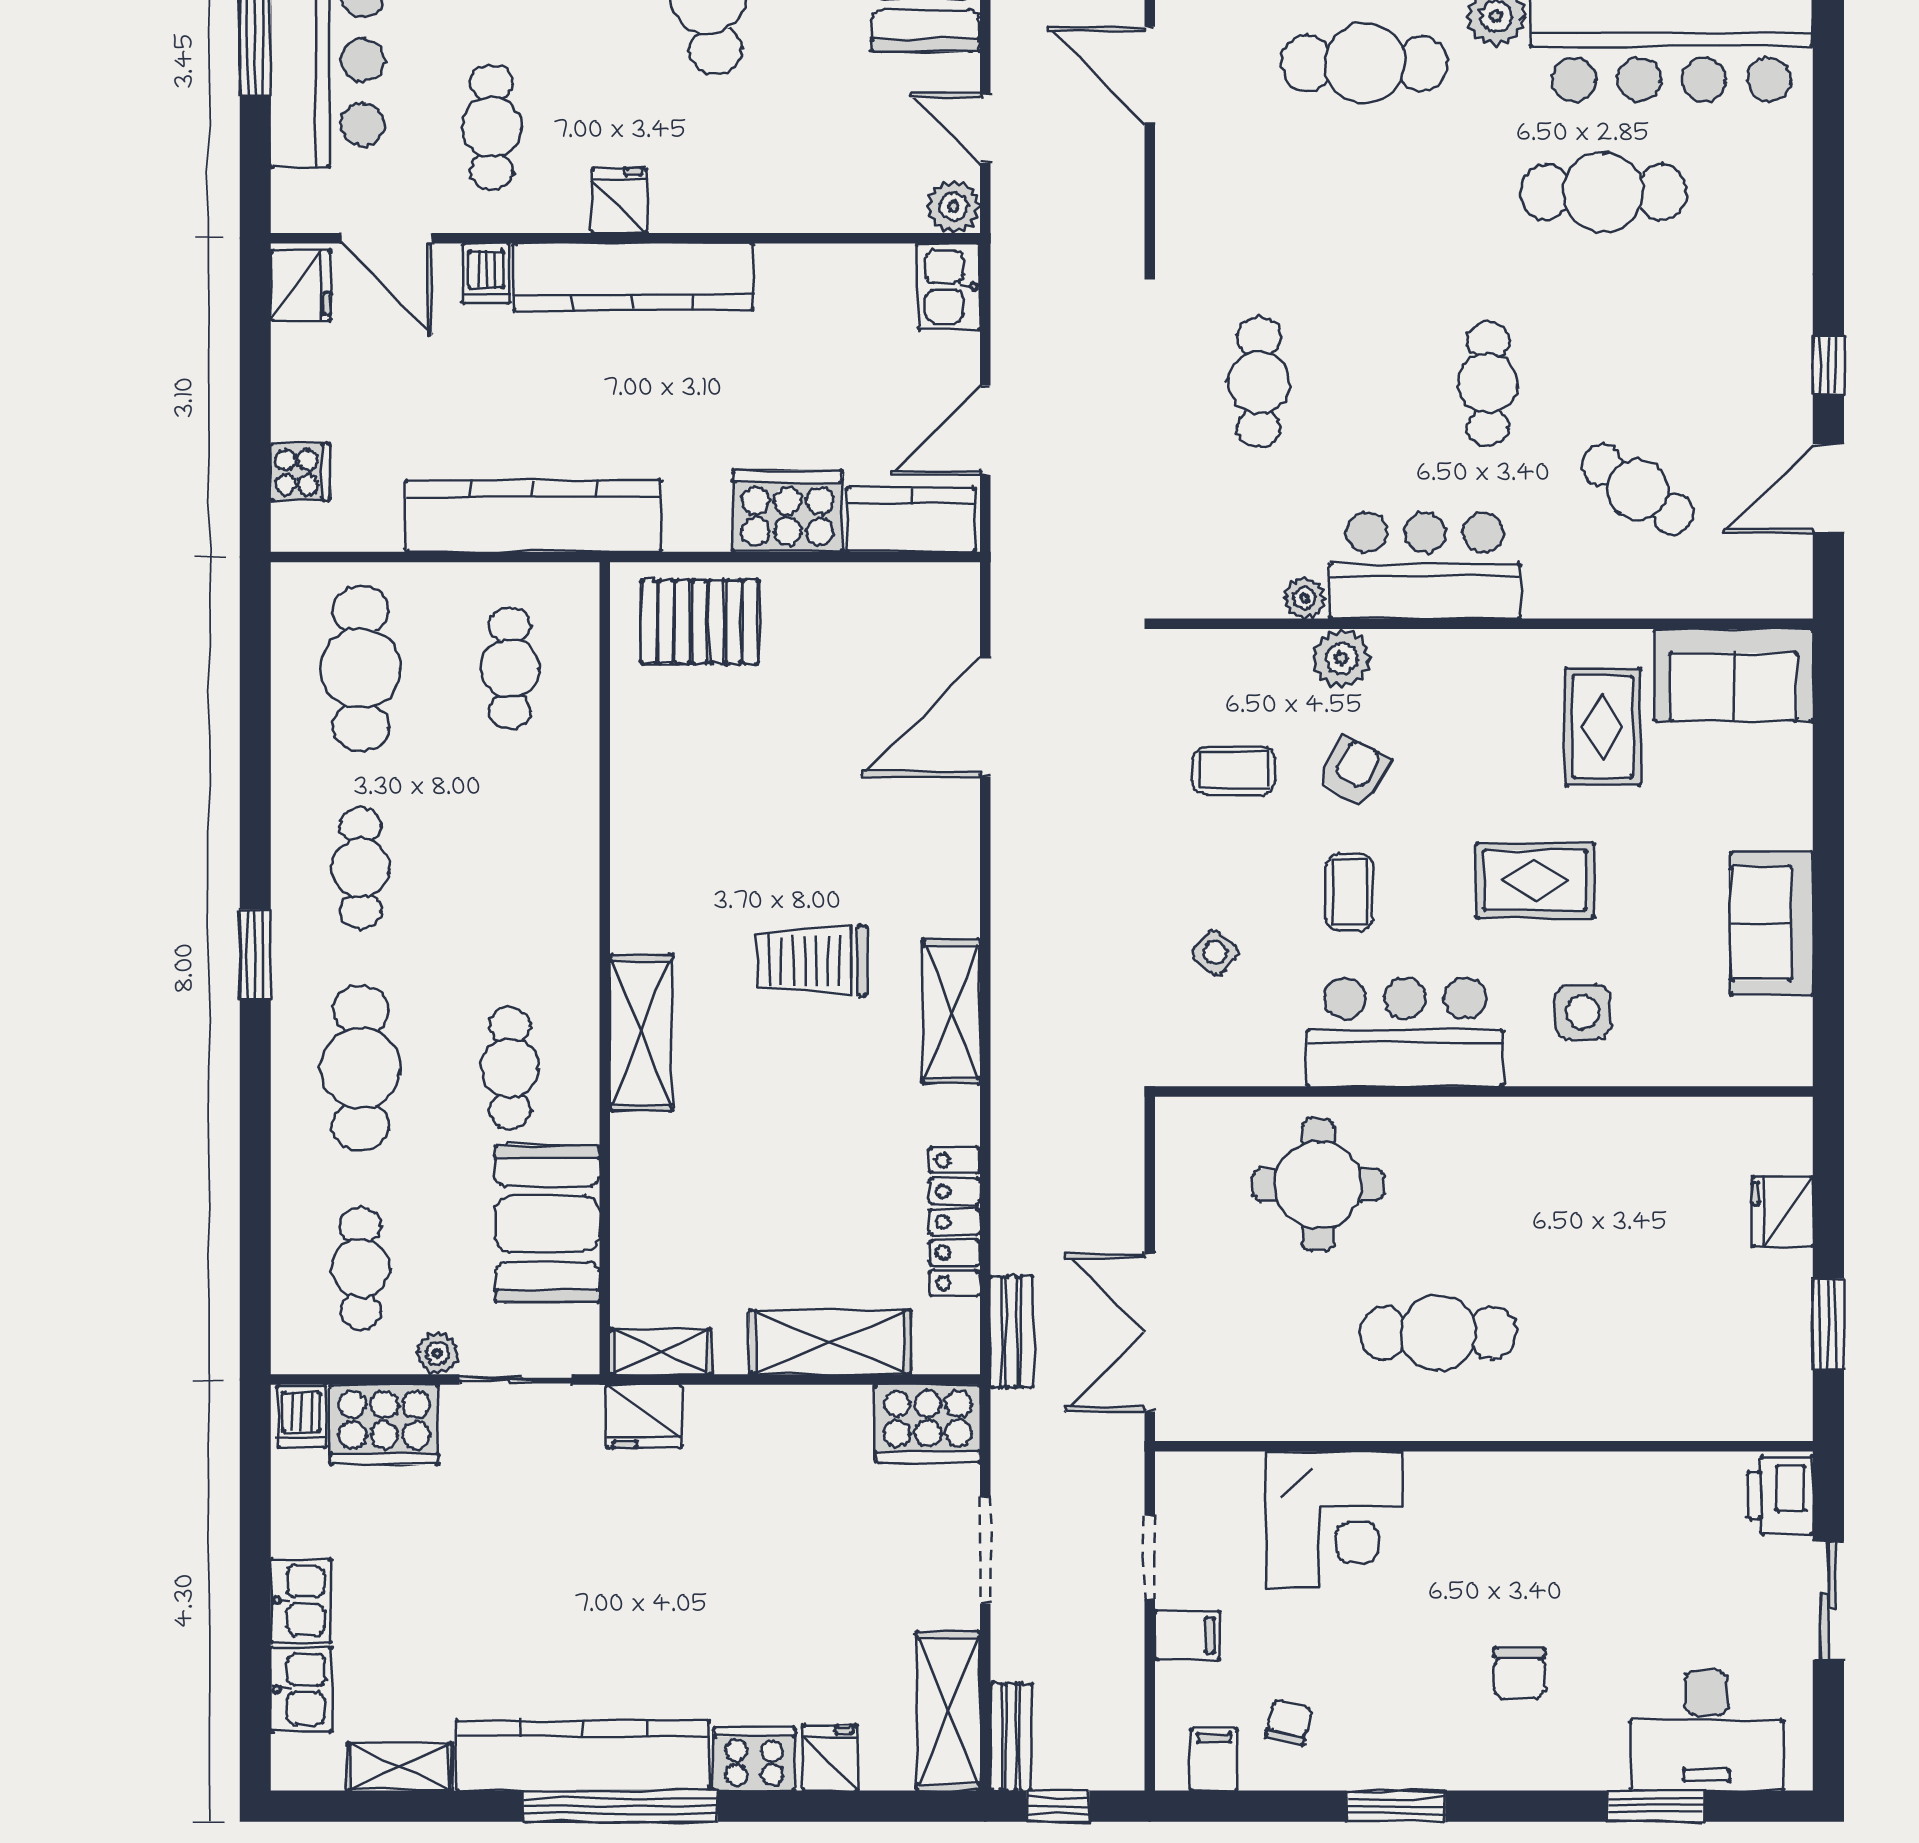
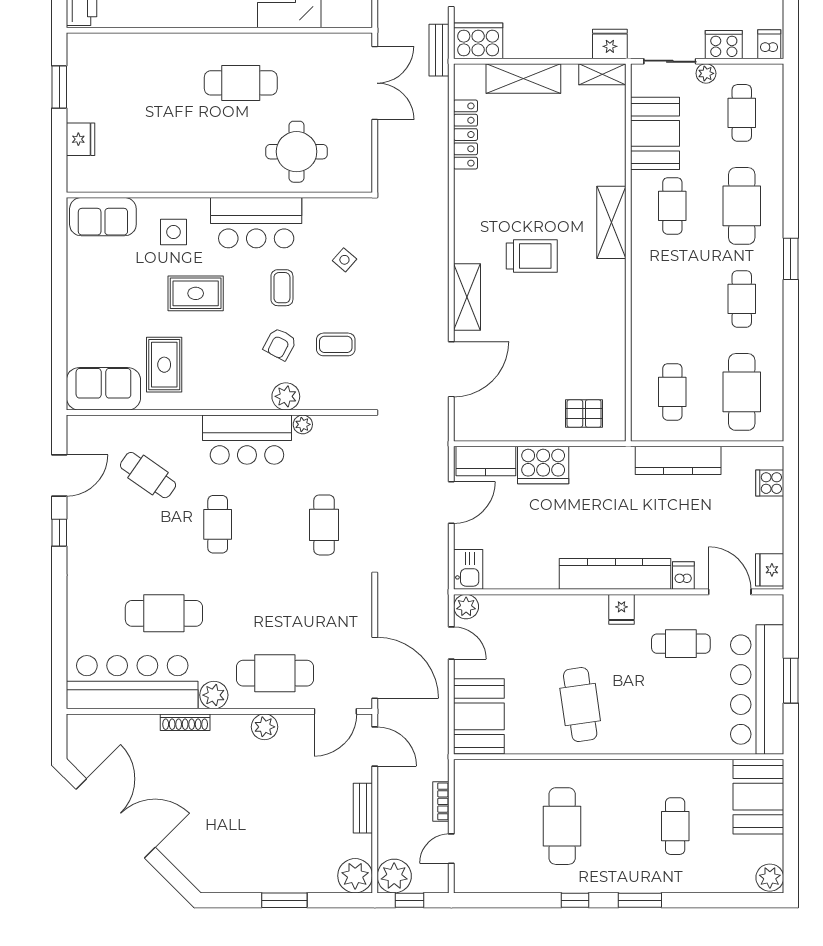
door: (1150, 75) -> (375, 668), width x1.36
cafe table: (491, 127) -> (681, 644), turned 90
kitchen counter: (533, 516) -> (678, 460), width x0.72, depth x0.86
pallet: (700, 622) -> (584, 414), width x0.67, depth x0.71
sofa: (1772, 923) -> (103, 217), moved, turned 90
shelving: (951, 1011) -> (467, 297), moved
bench: (1012, 1332) -> (439, 50), moved
cooker: (384, 1425) -> (724, 45), width x0.73, depth x0.76

